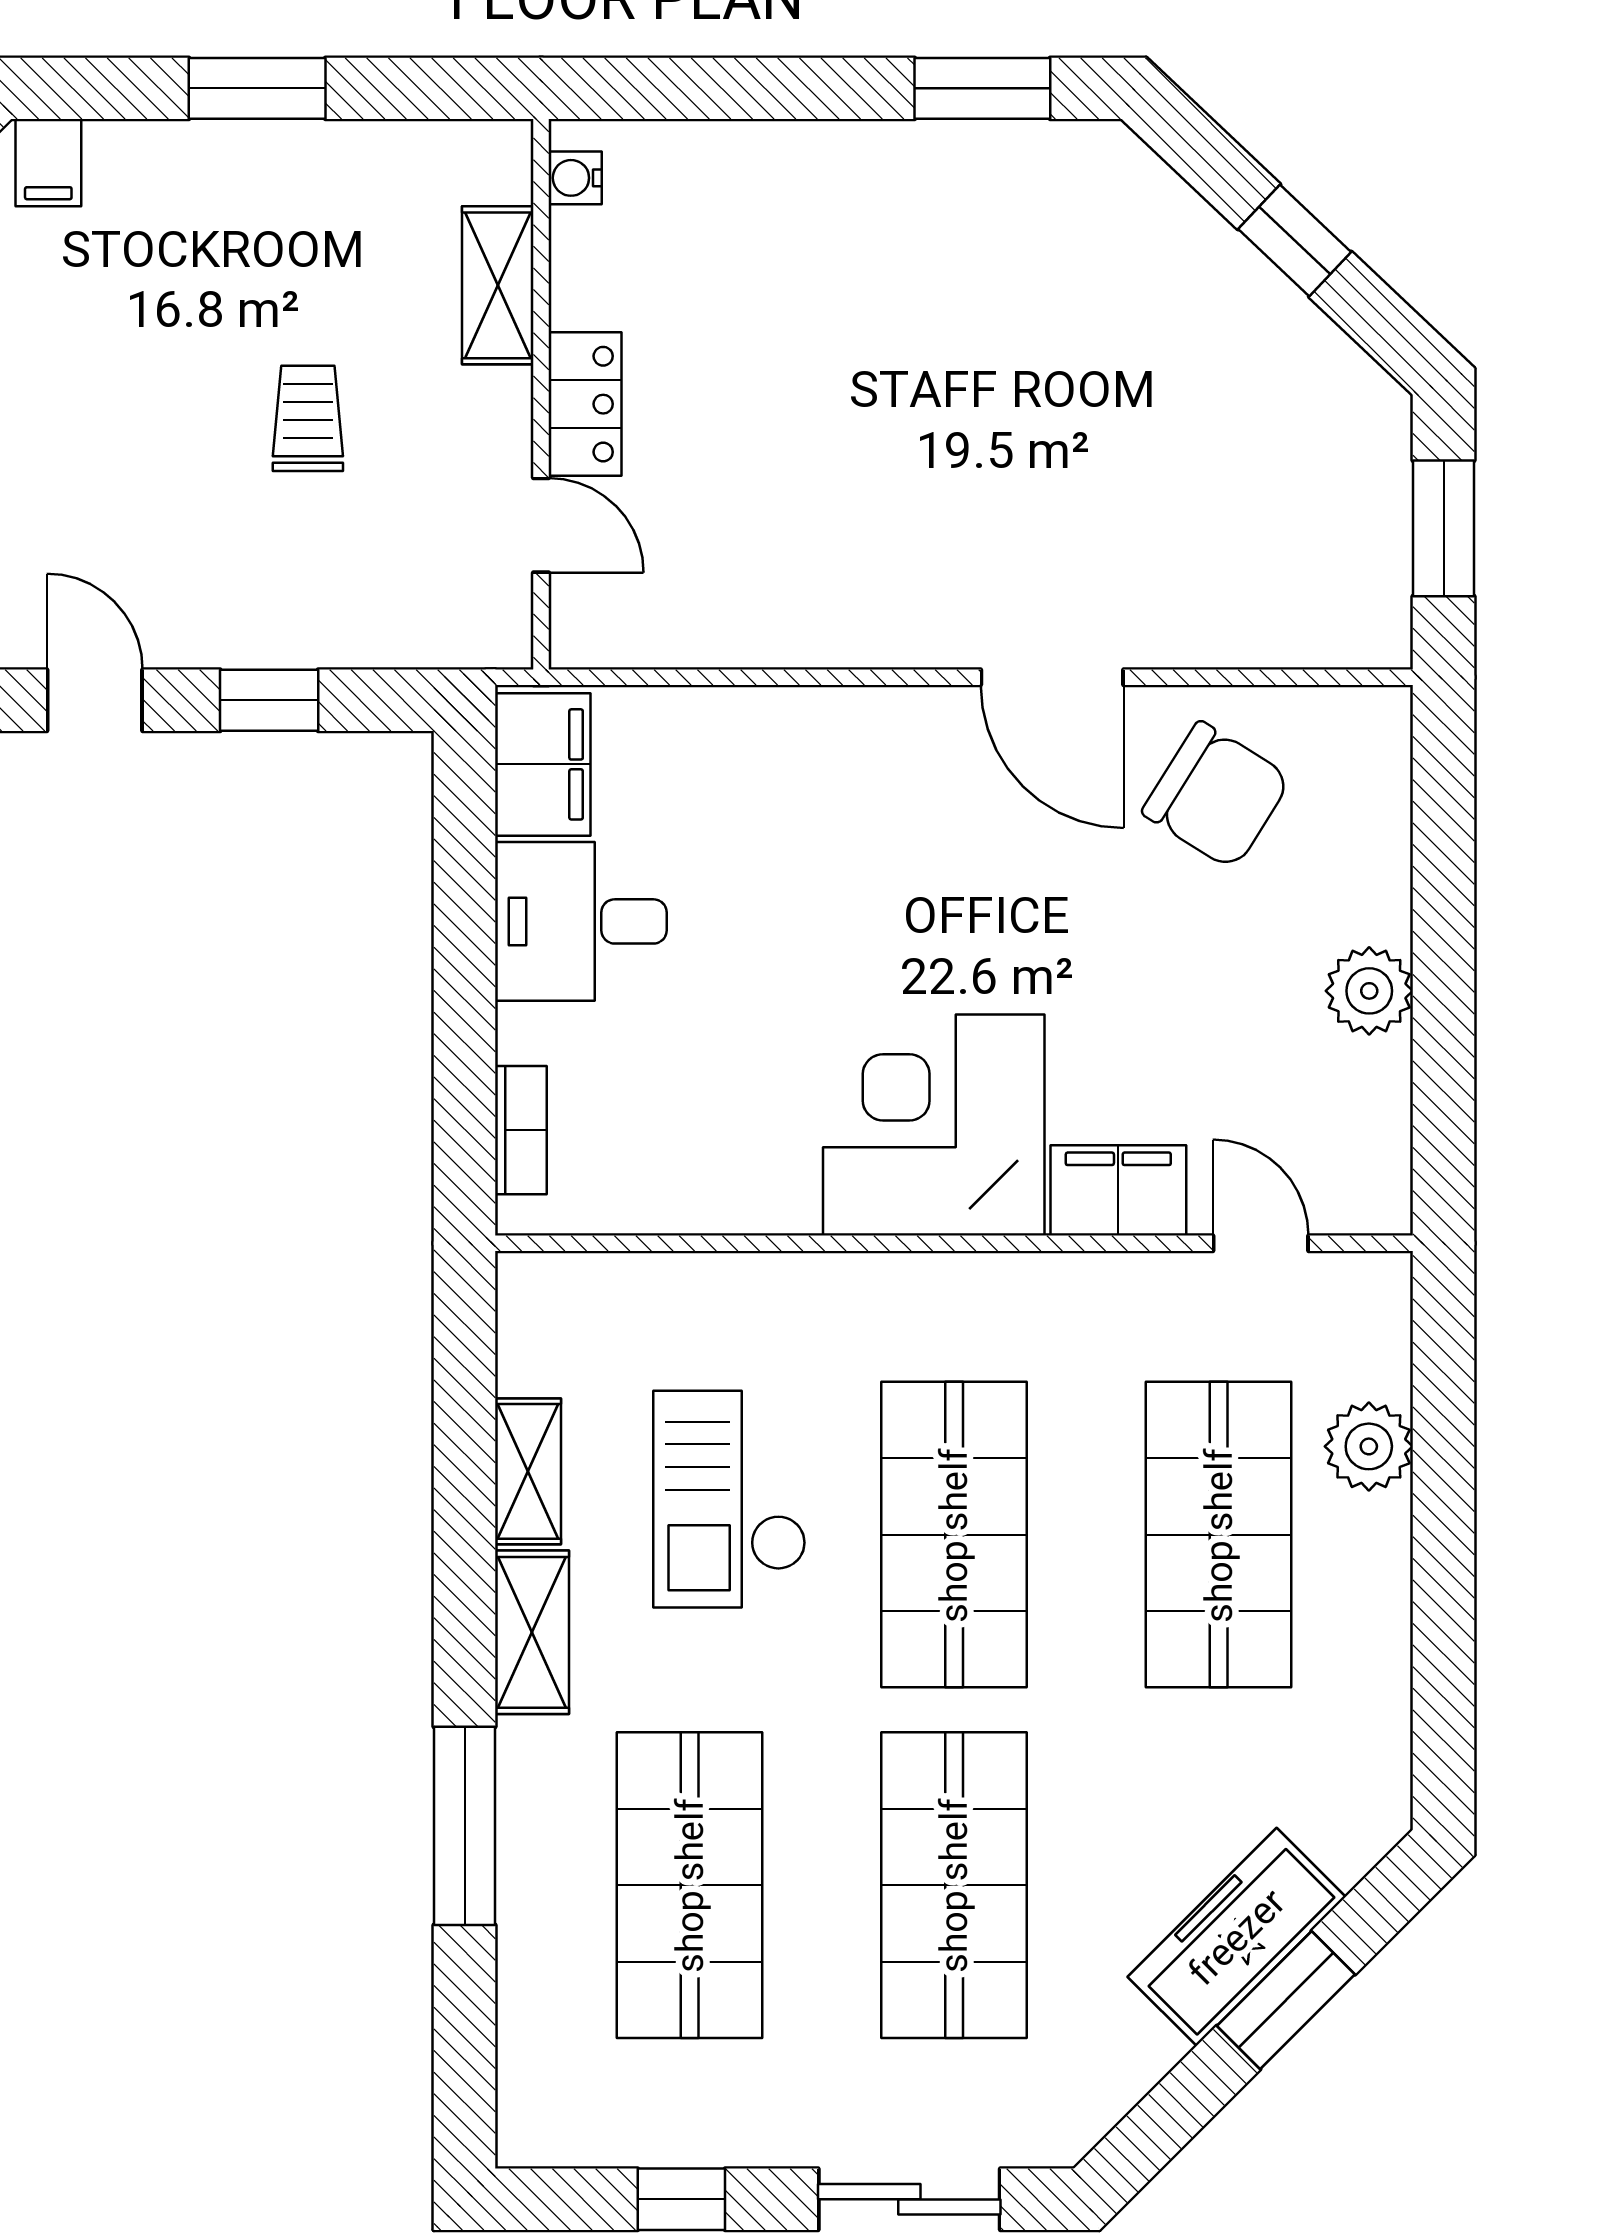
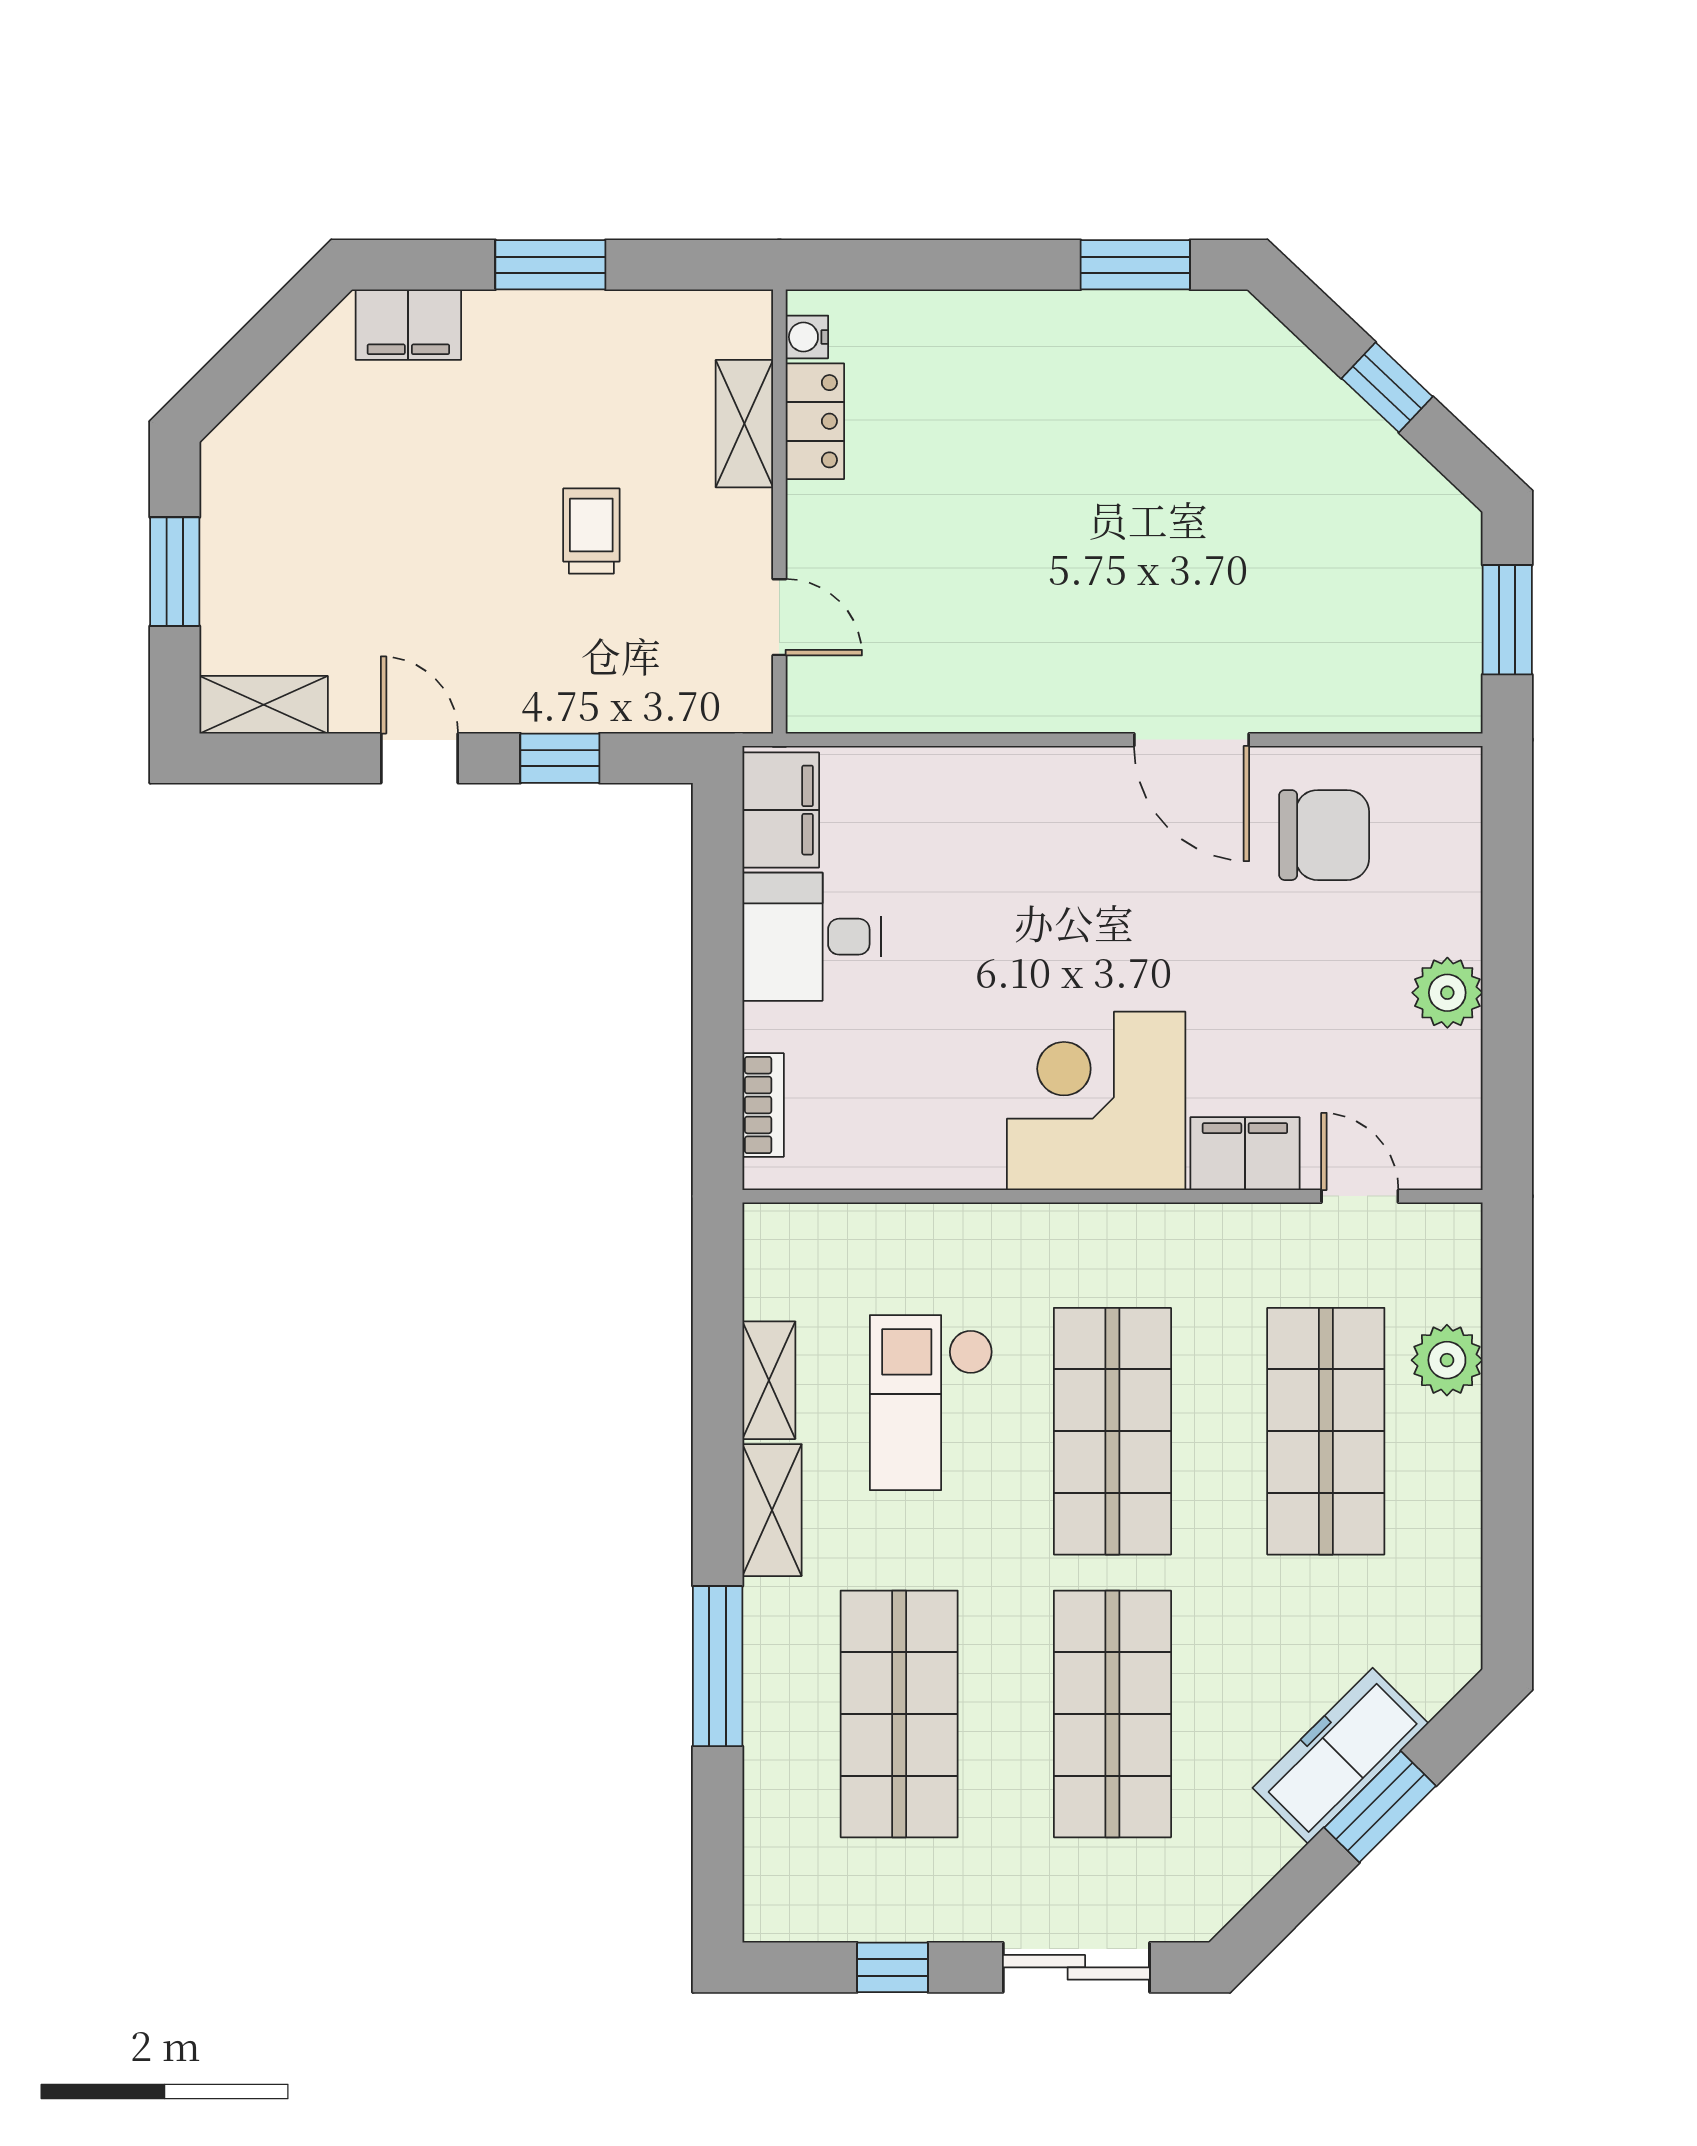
filing cabinet: (48, 163) -> (408, 325), width x2.00
locker: (585, 404) -> (815, 421), moved
chair: (1217, 795) -> (1324, 835), turned -32

